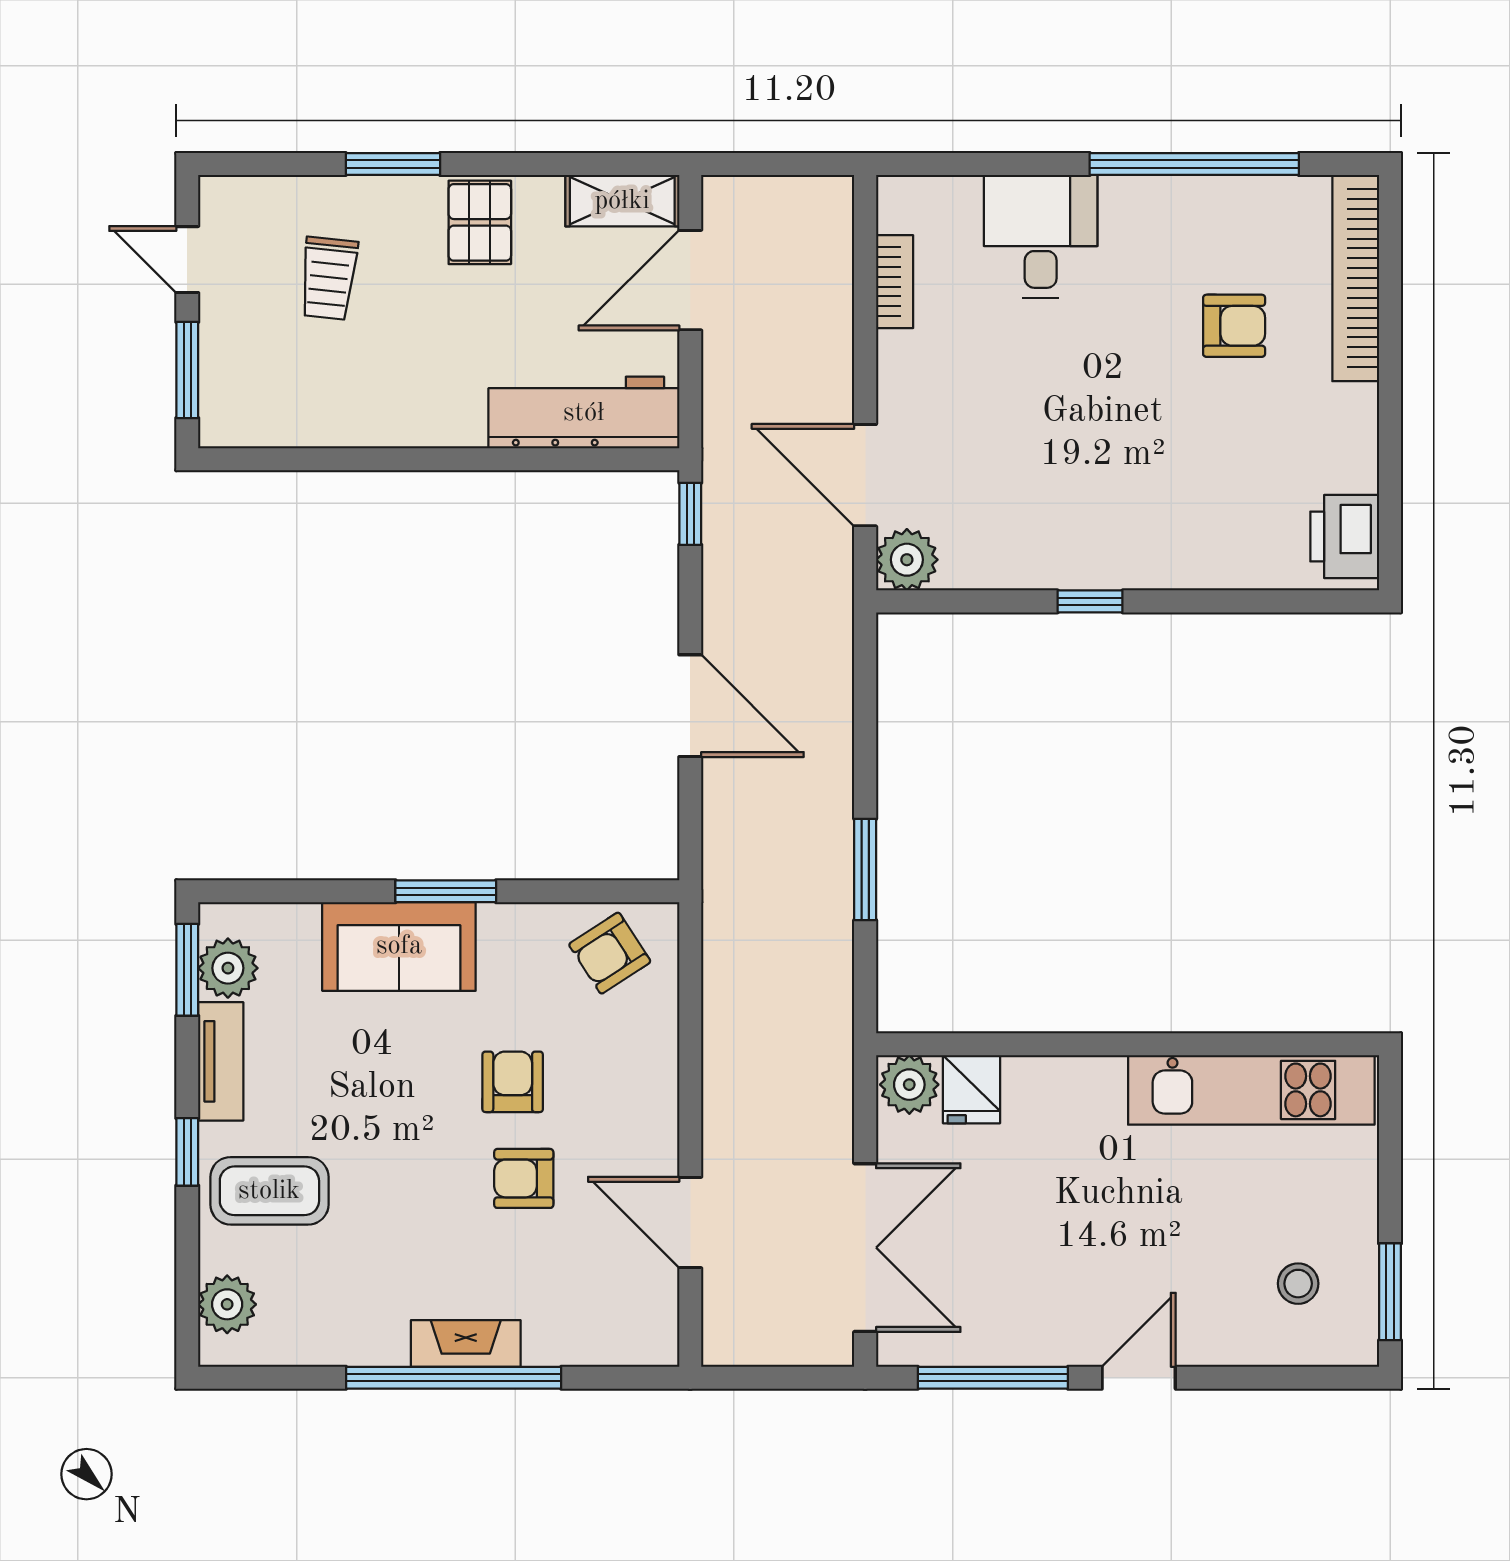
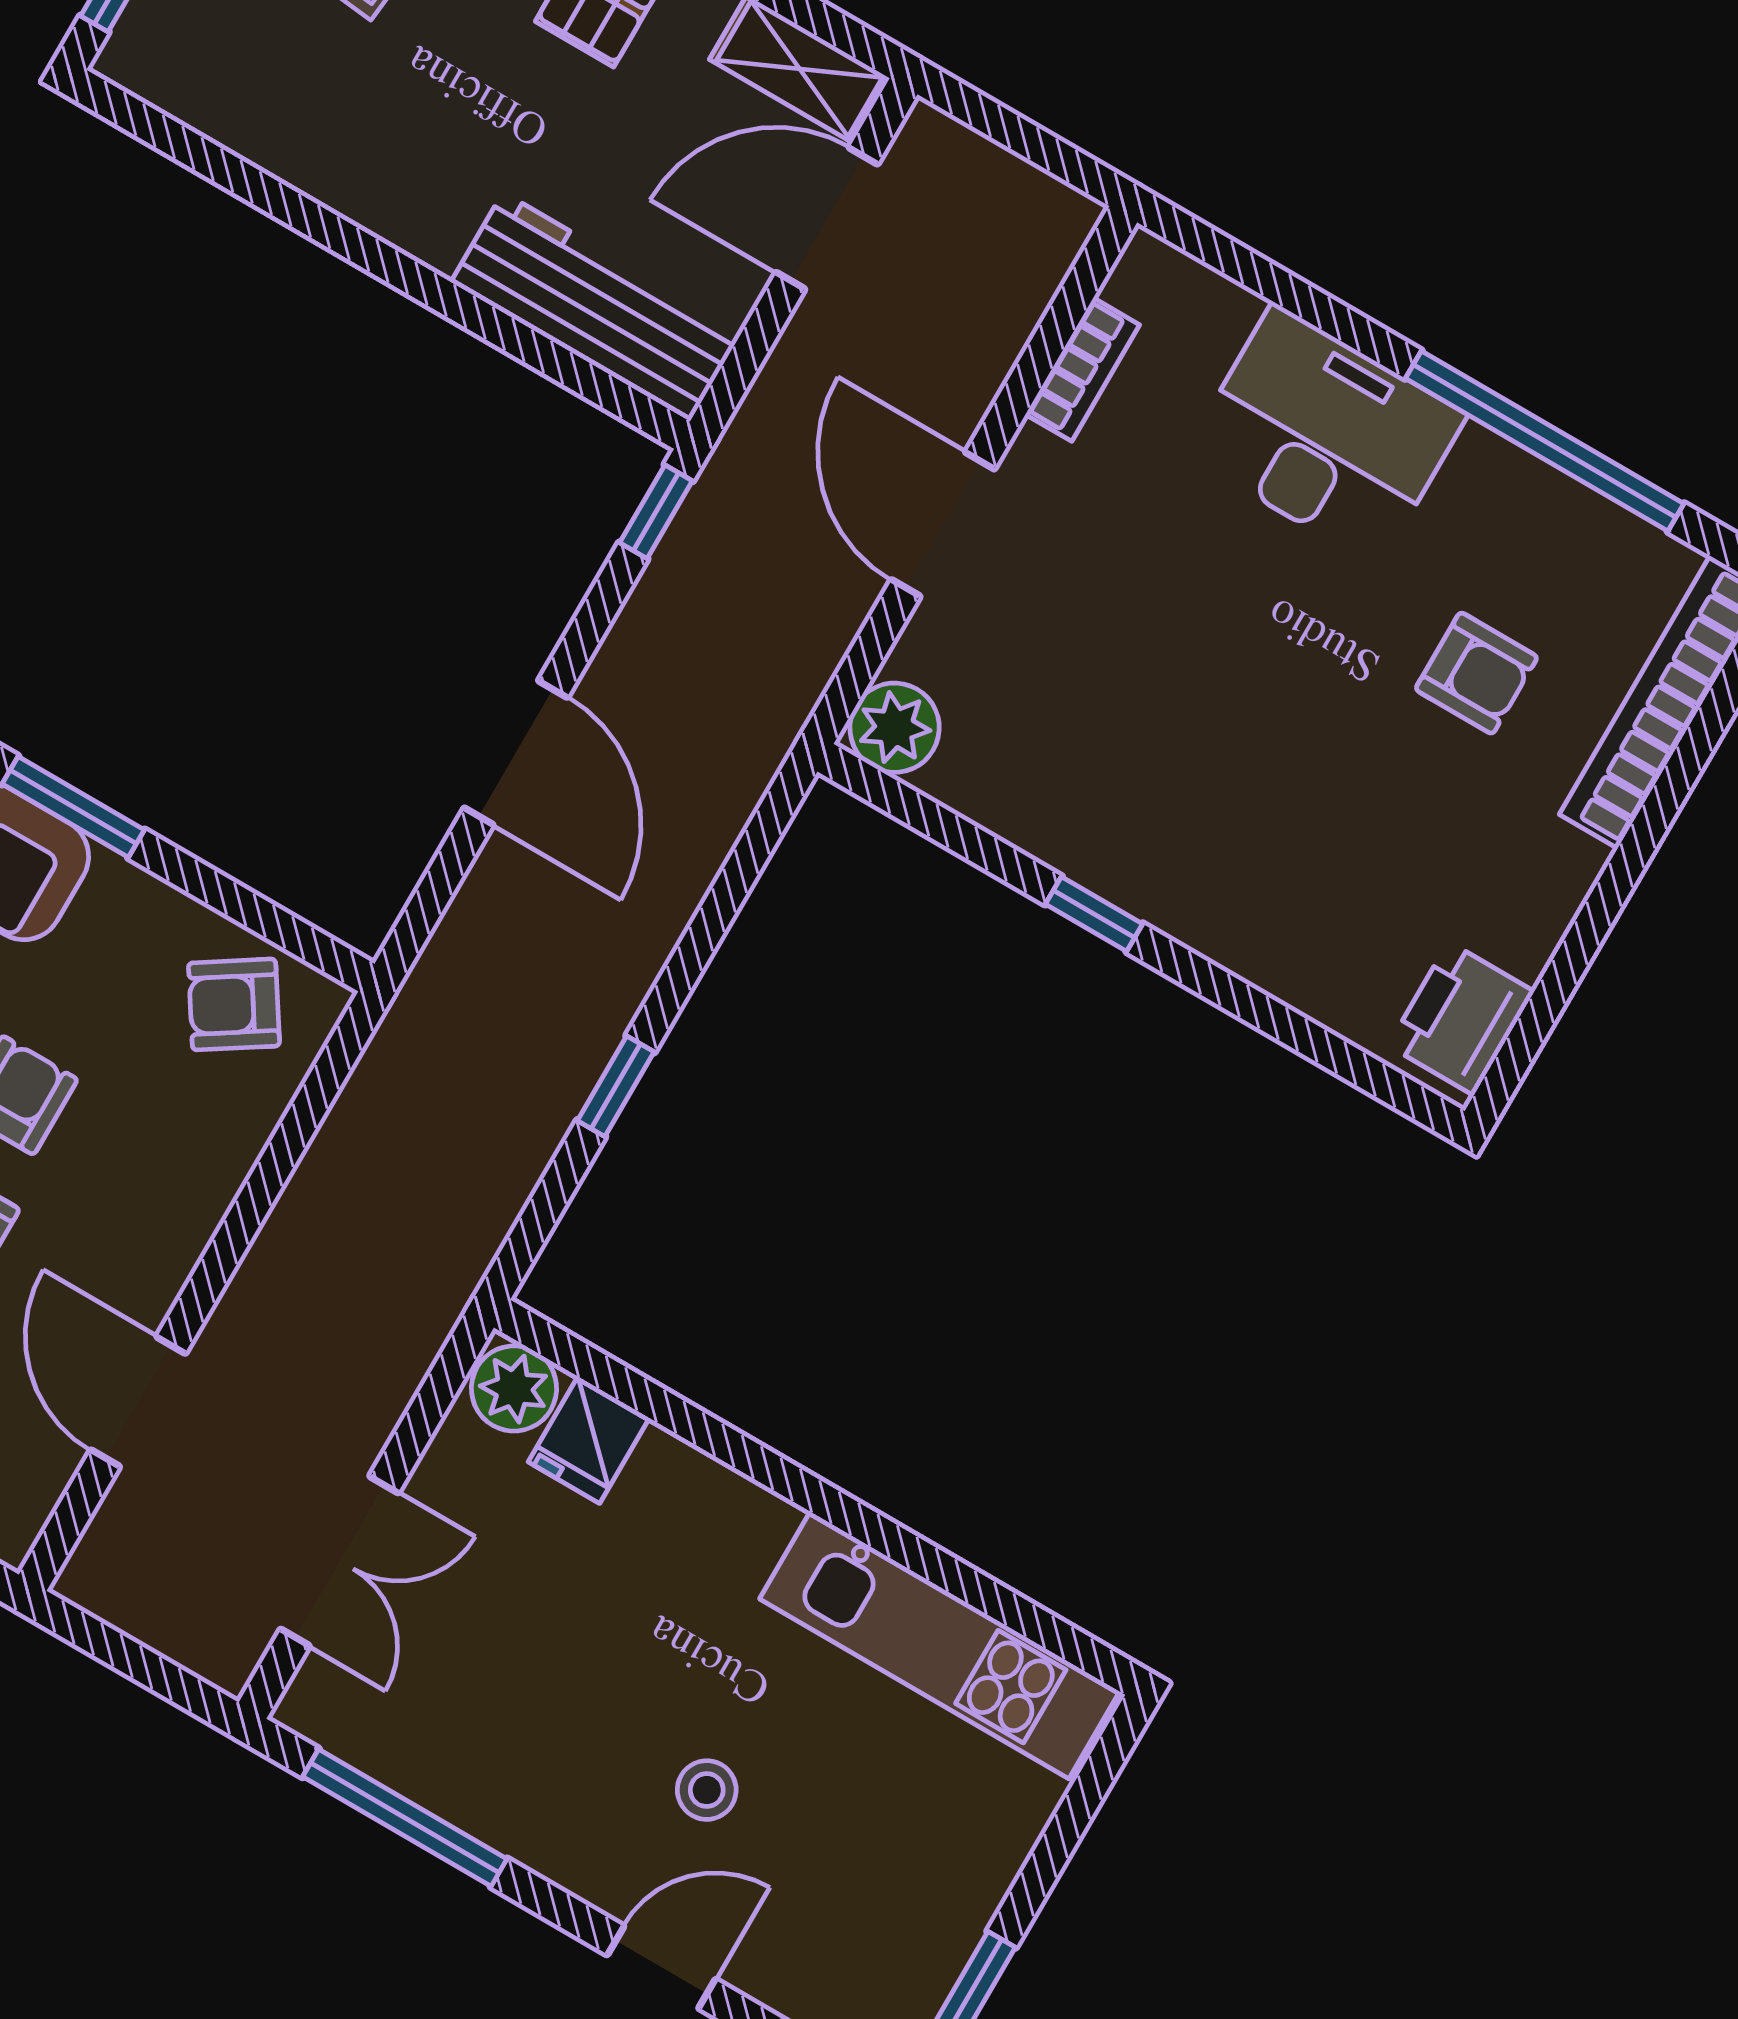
desk: (1041, 236) -> (1325, 435), width x1.37
door: (865, 475) -> (943, 524), moved
window: (865, 870) -> (616, 1086), width x0.67
double door: (865, 1248) -> (339, 1561), width x0.73
stool: (1298, 1284) -> (707, 1790), moved
door: (1139, 1378) -> (661, 1967), moved

